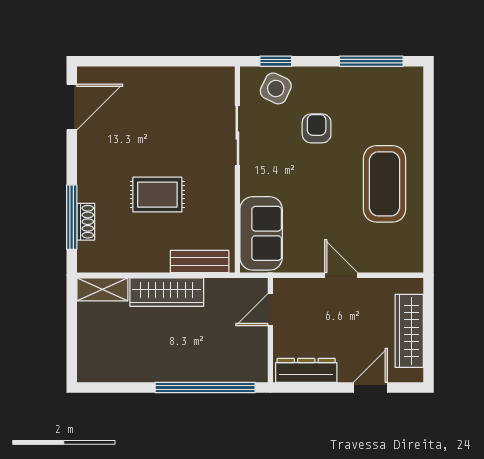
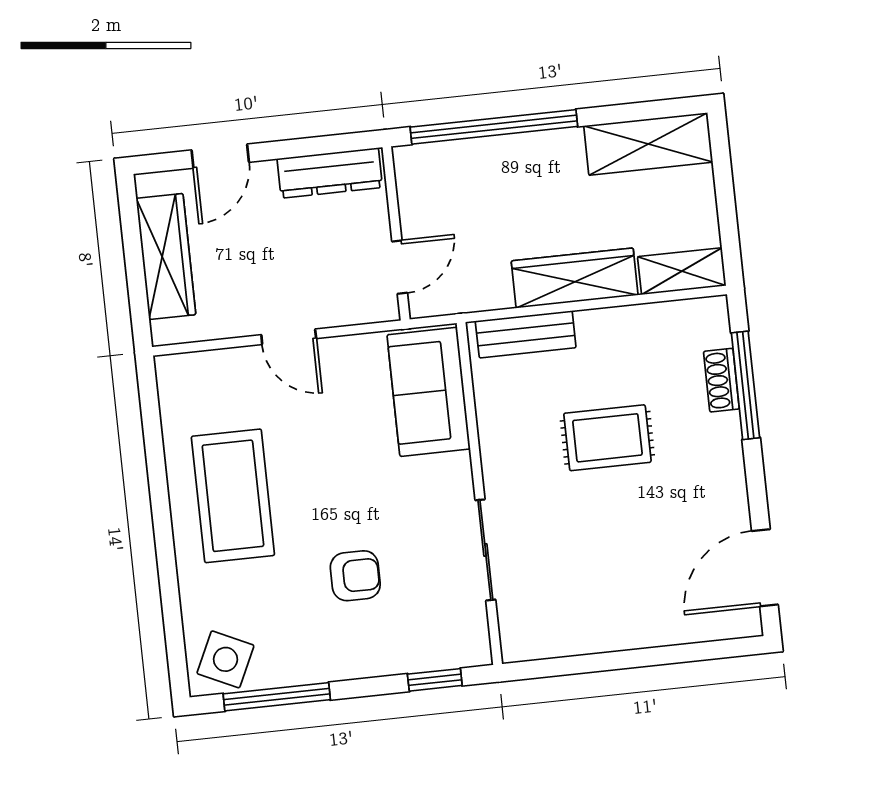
side table: (276, 88) -> (225, 659), moved
armchair: (317, 128) -> (355, 576), turned -90
shelving: (114, 367) -> (648, 144), added

